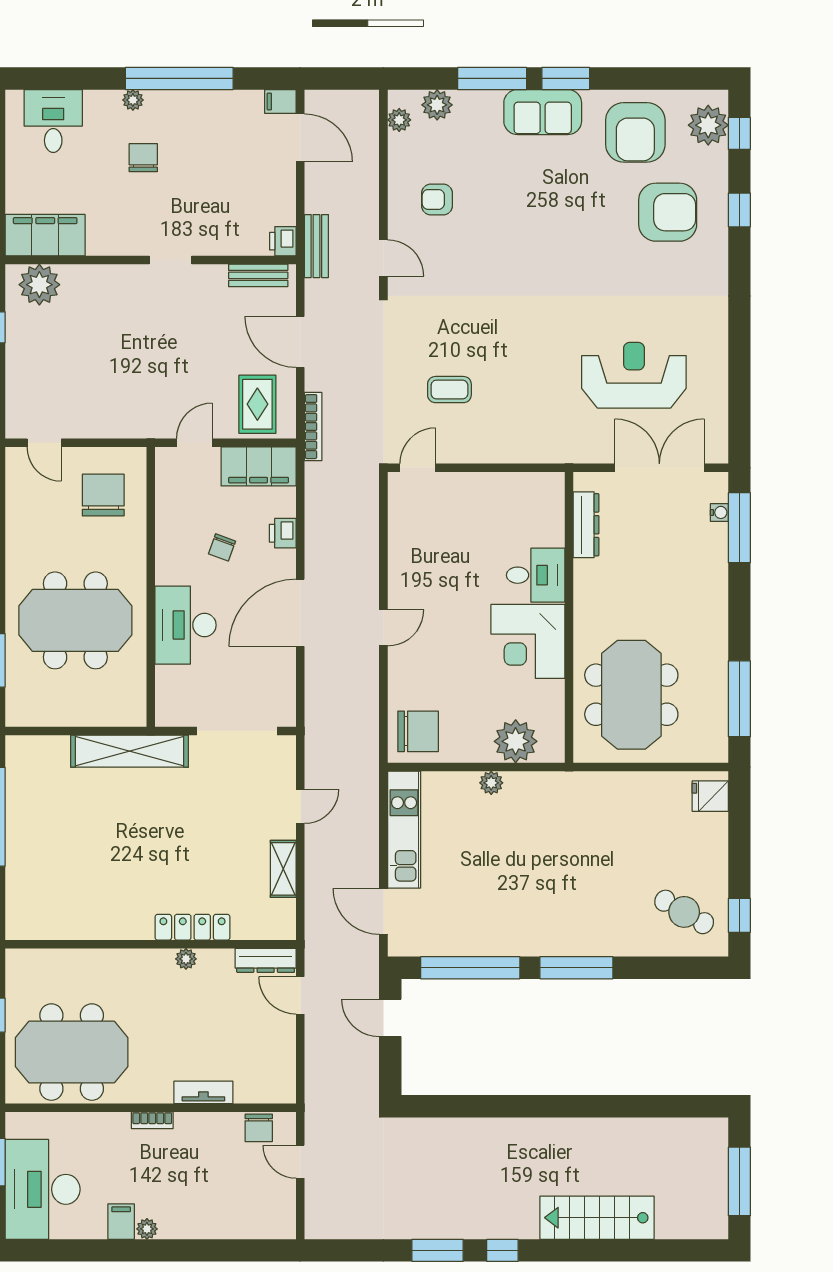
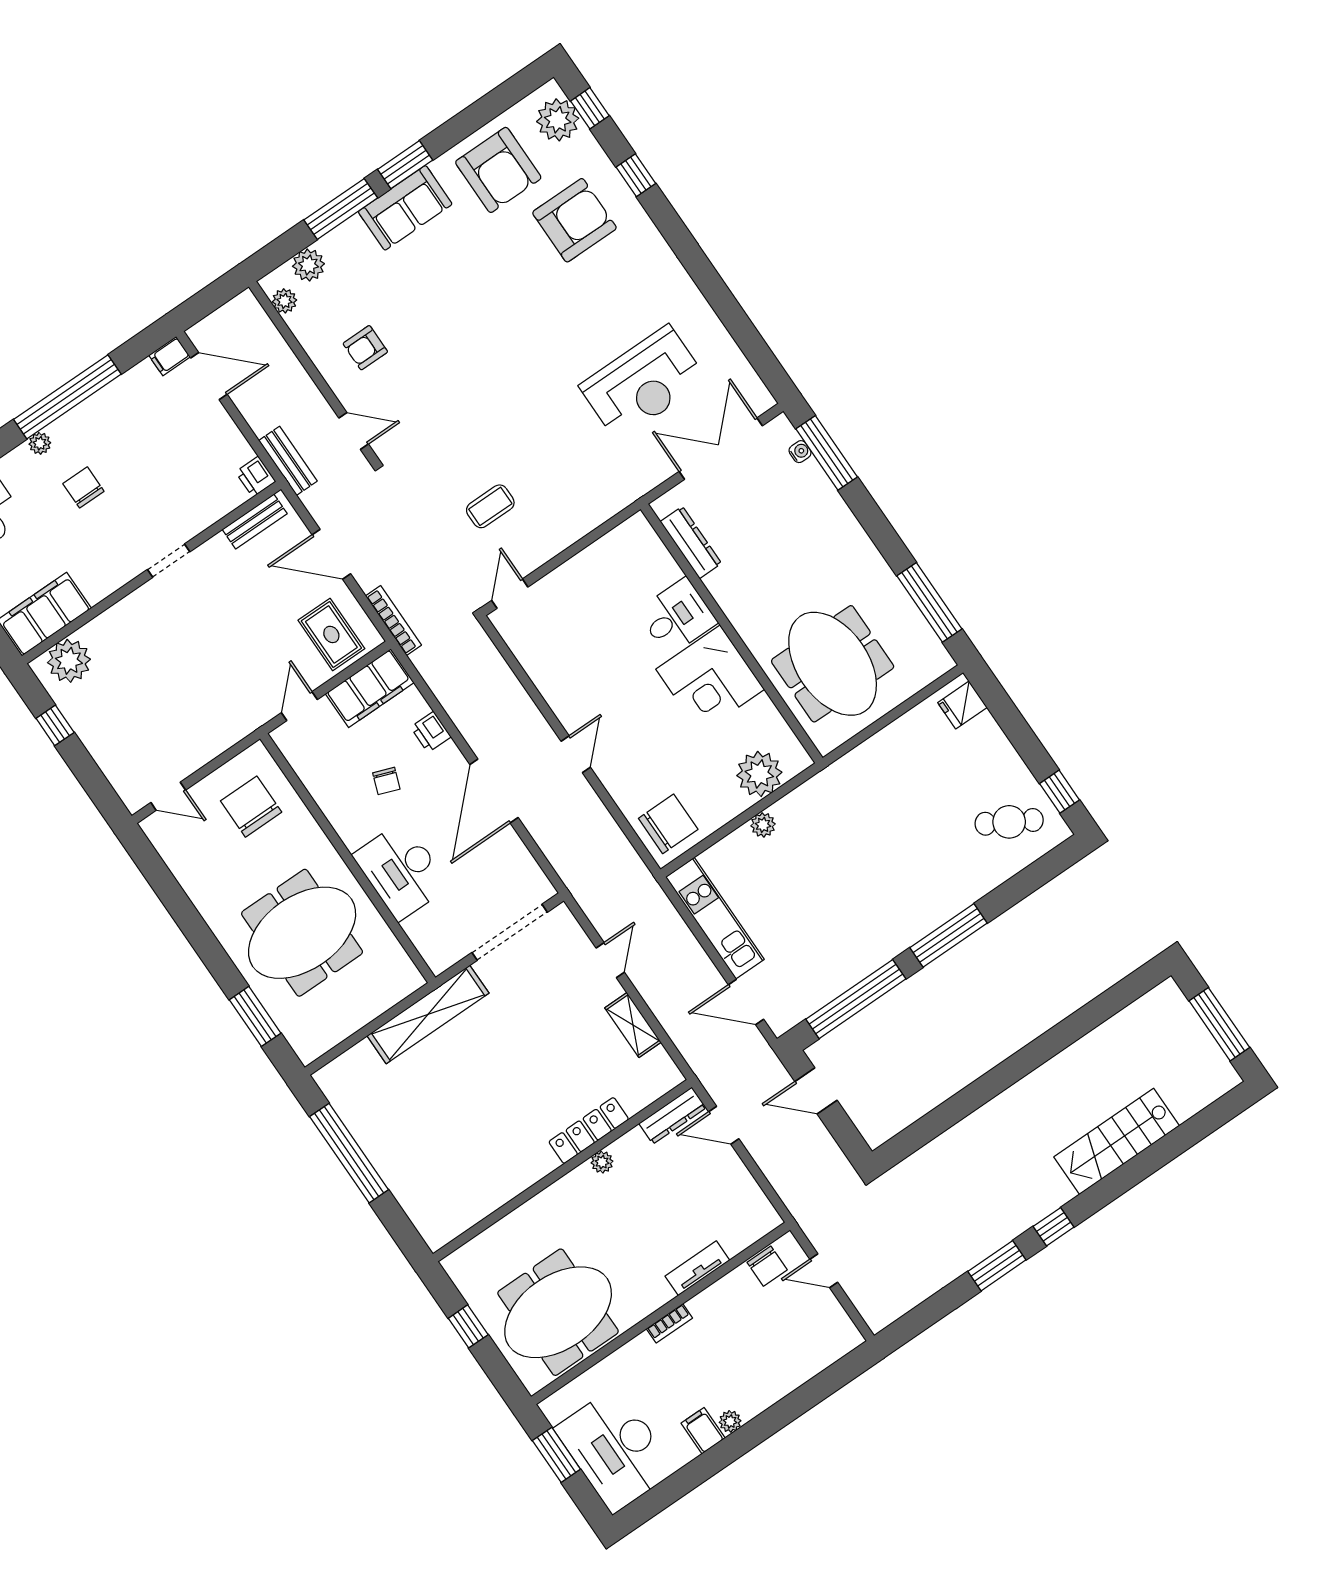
reception desk: (634, 375) -> (643, 383), turned 180

